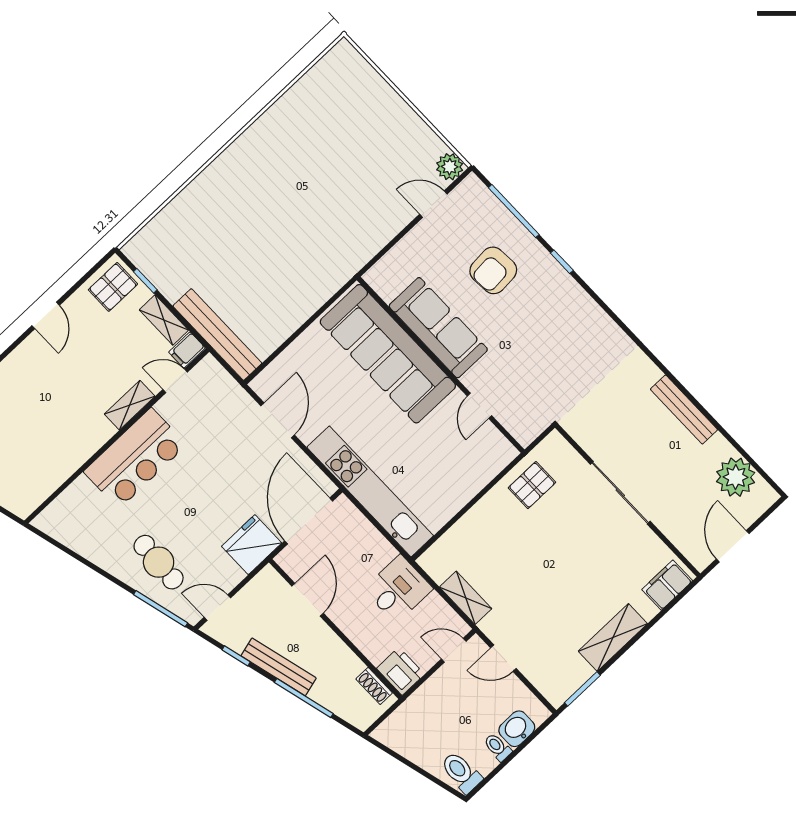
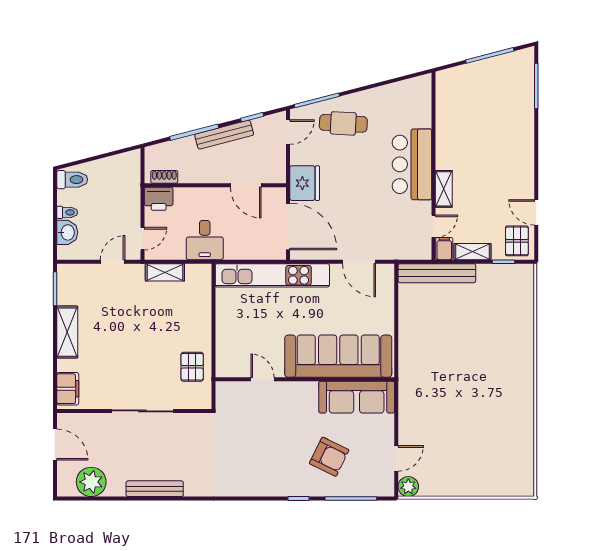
armchair: (493, 270) -> (329, 457), turned 120
door: (46, 315) -> (536, 212), moved
sofa: (438, 328) -> (357, 397), moved

